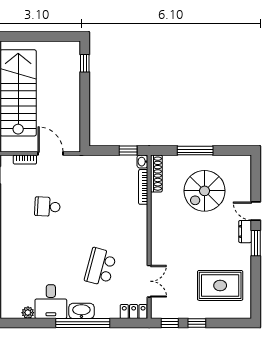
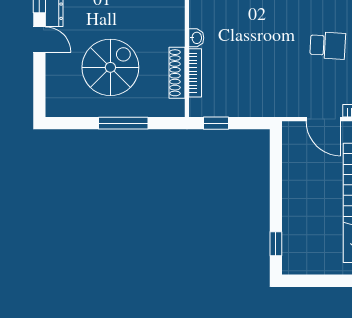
washbasin: (142, 162) -> (196, 38), moved
shoe rack: (156, 174) -> (177, 73), moved

